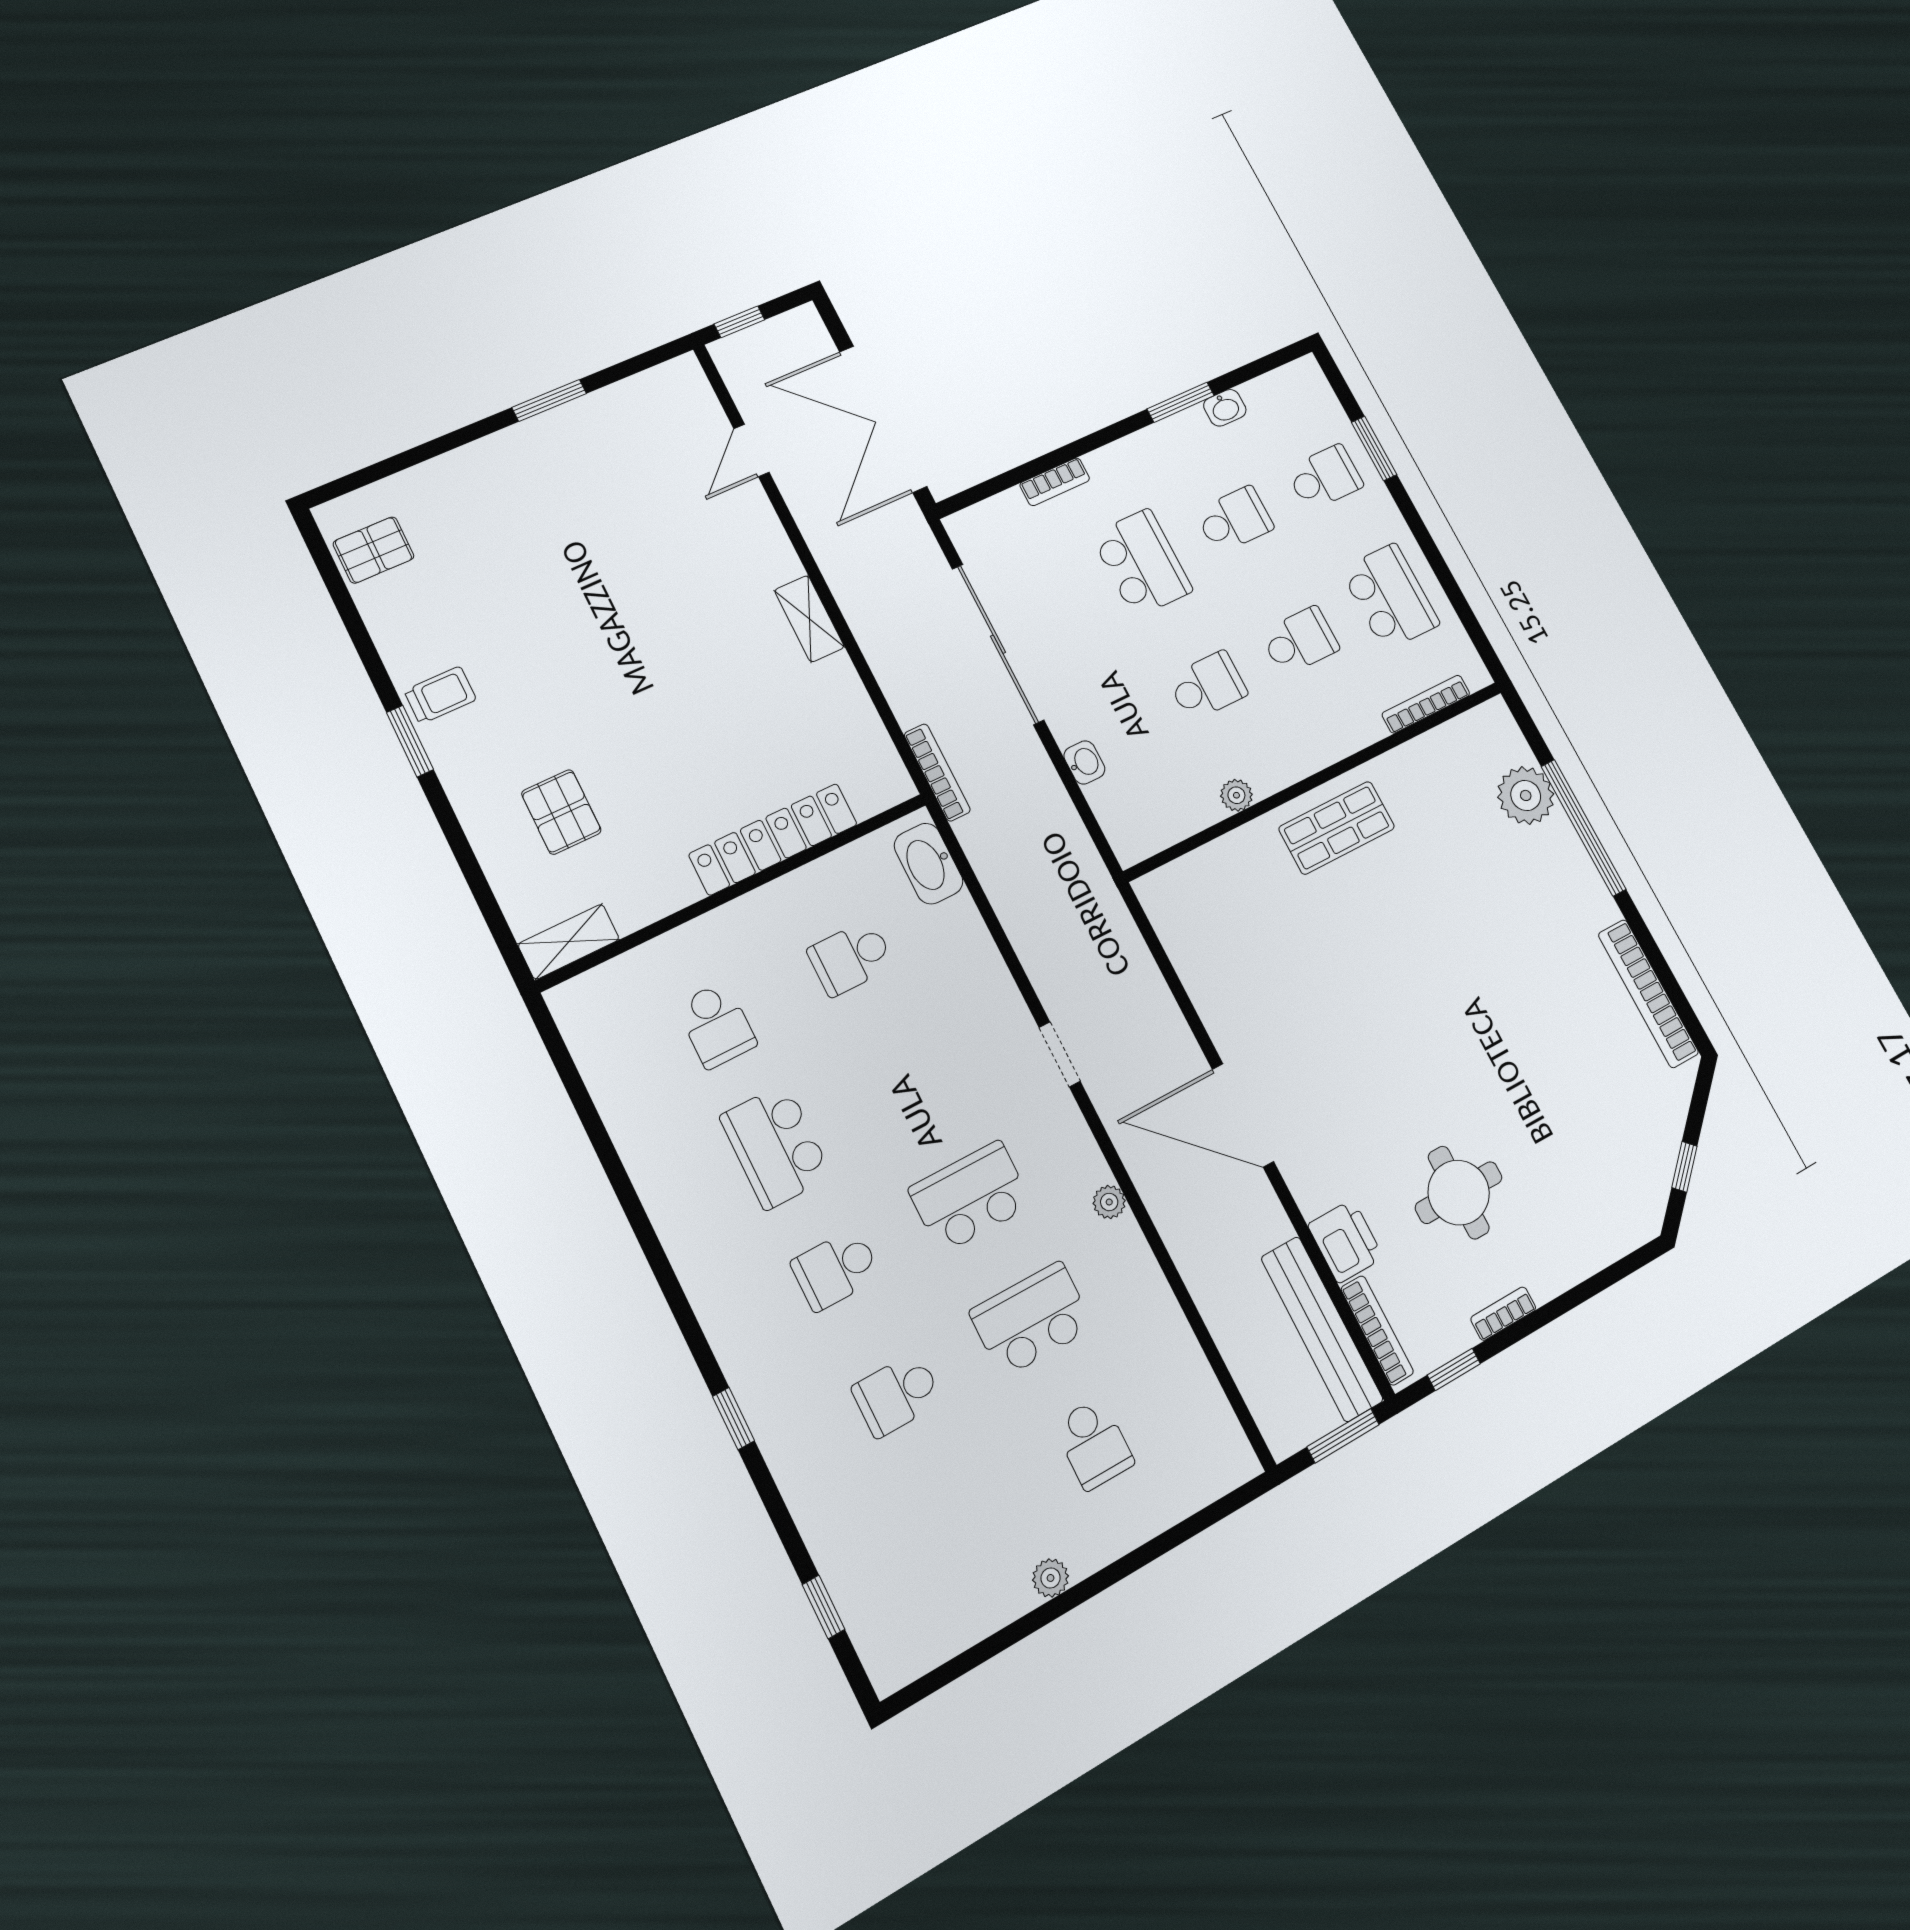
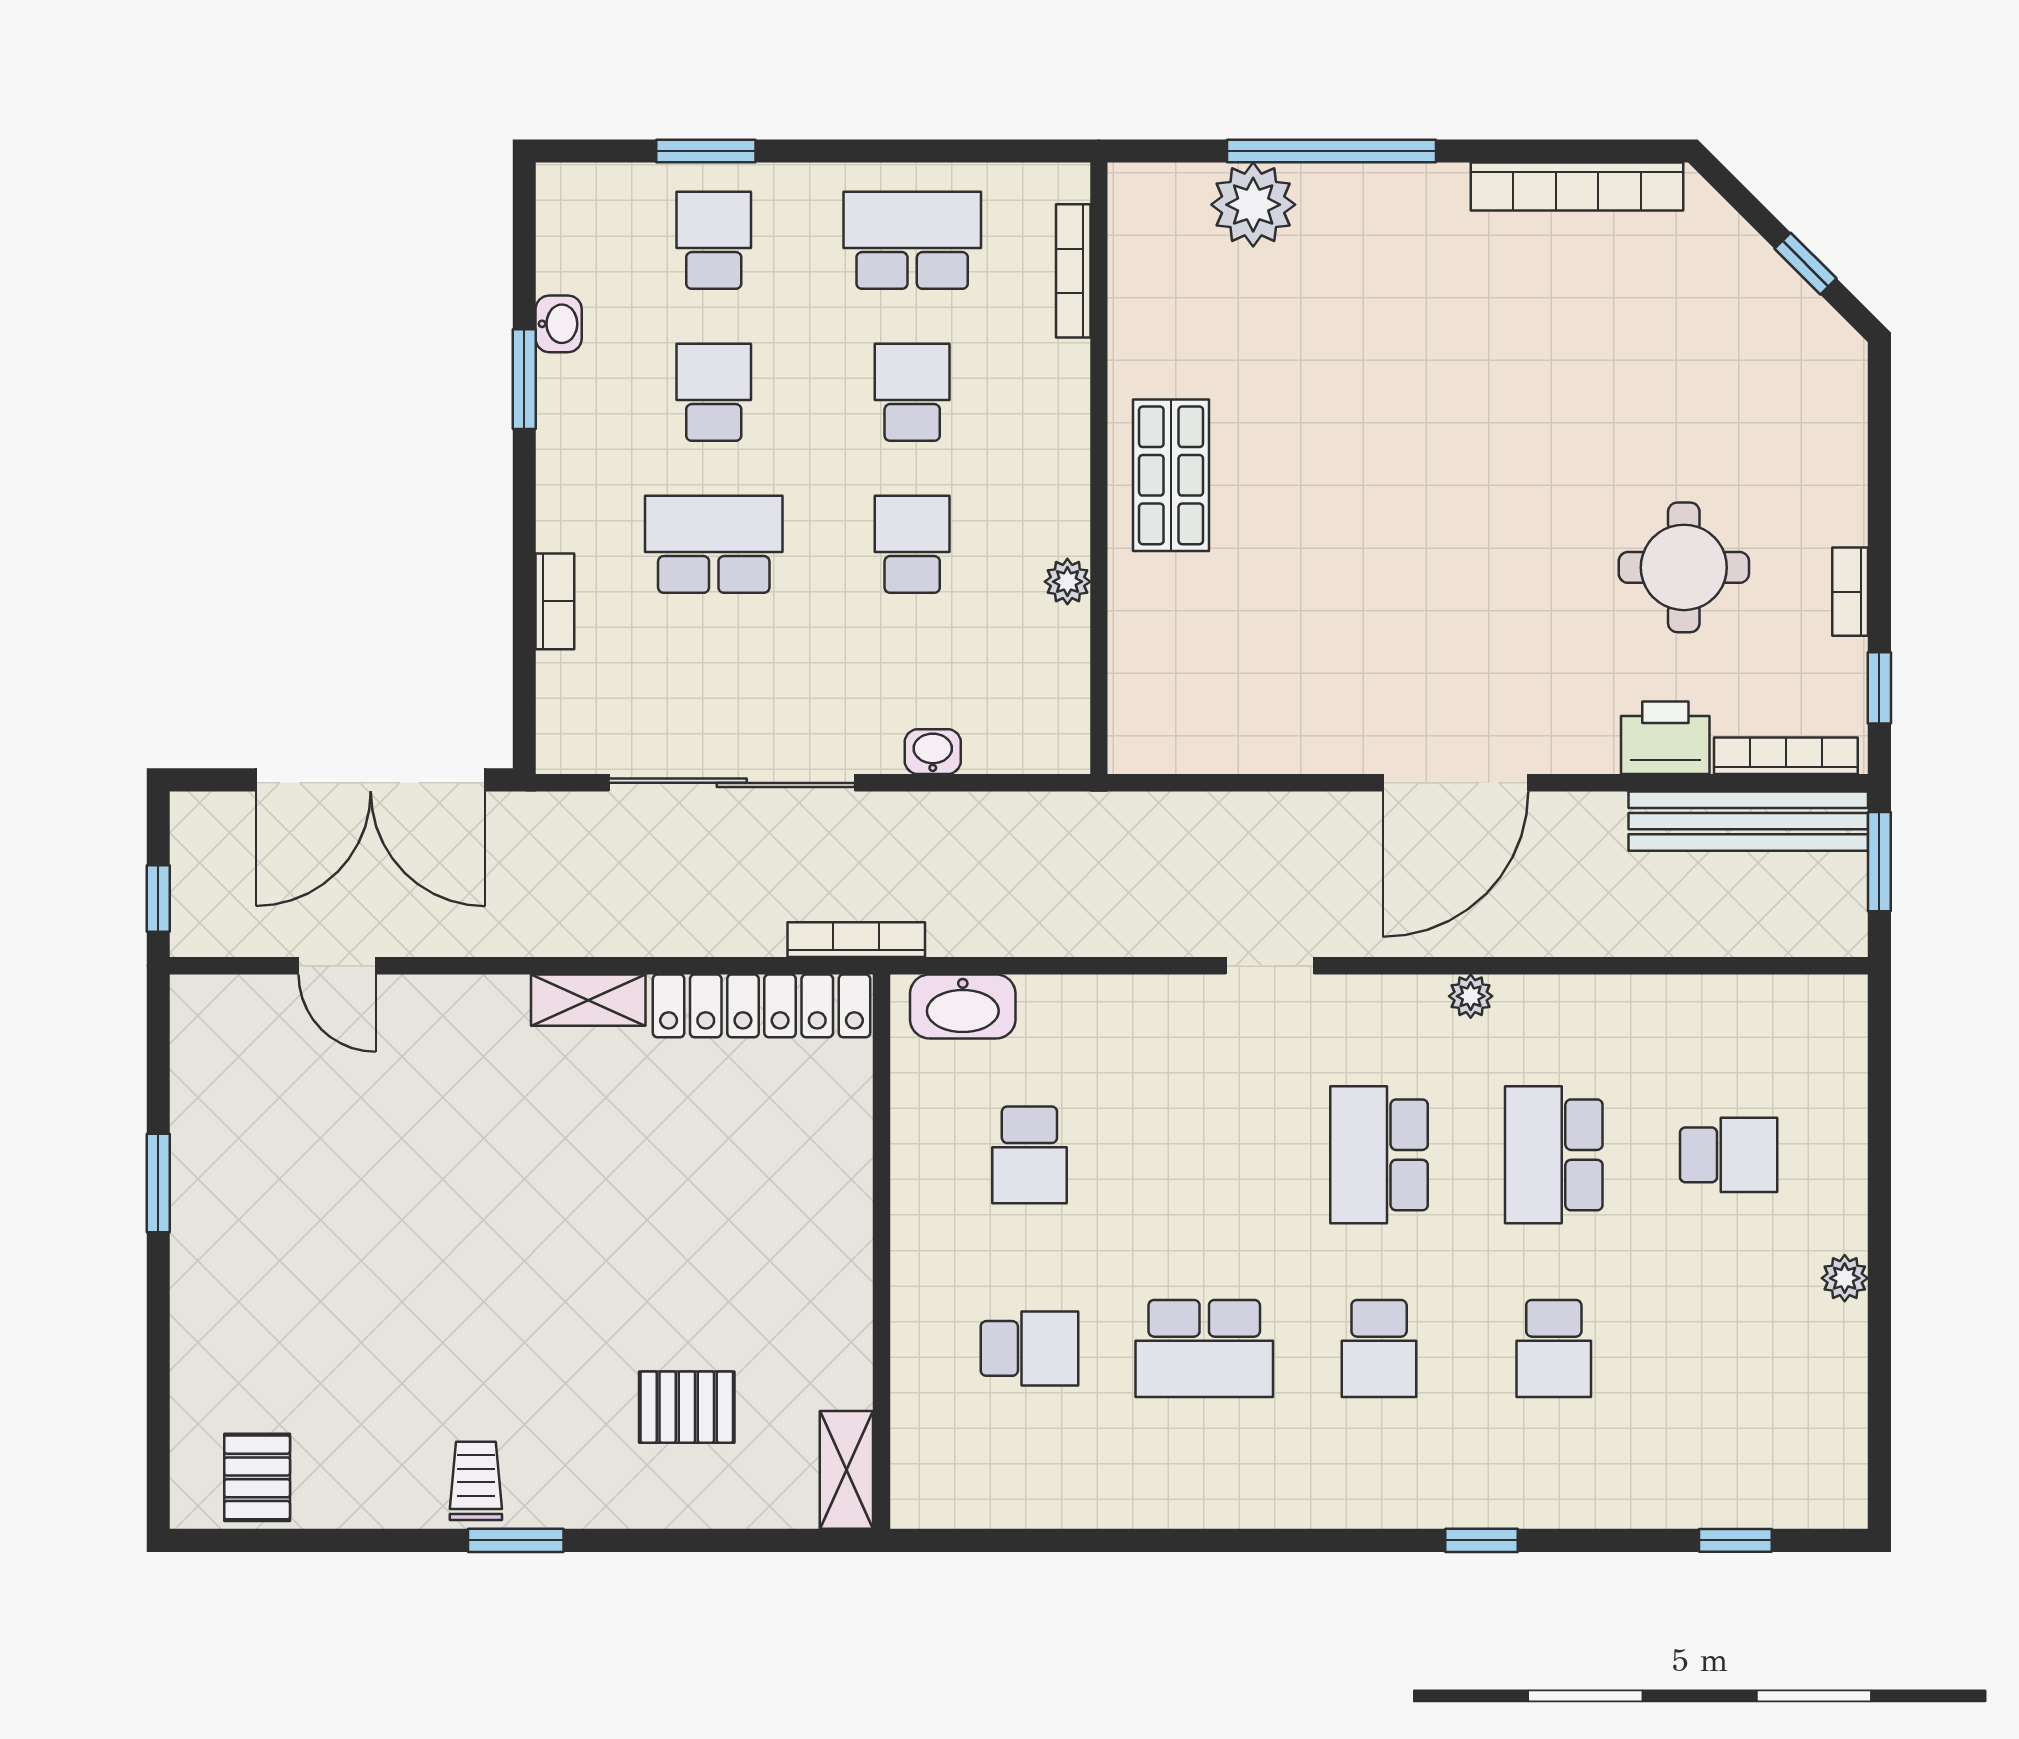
locker: (773, 839) -> (762, 1006), moved, turned -90

